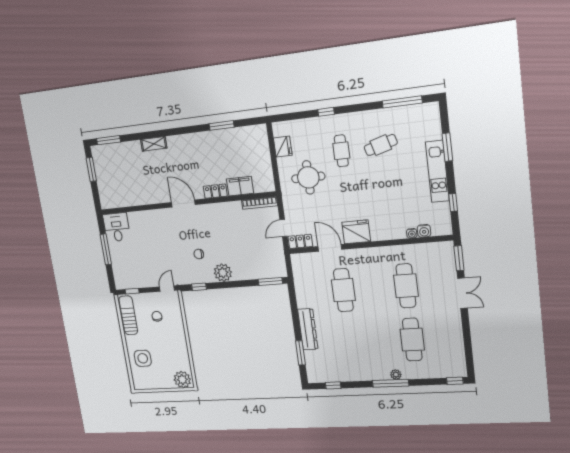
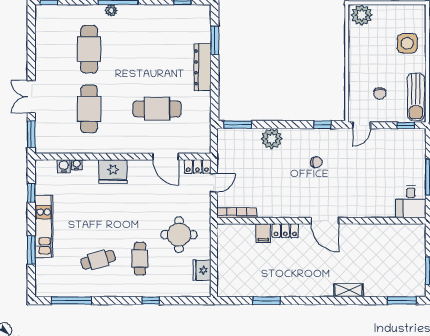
filing cabinet: (240, 186) -> (263, 233), width x0.50
fridge: (356, 232) -> (113, 171), moved
plant: (223, 273) -> (272, 139), moved
cafe table: (343, 290) -> (157, 109), turned 90

